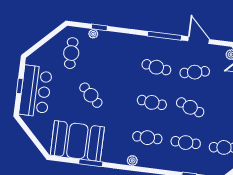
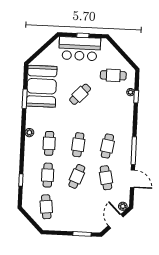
door: (199, 40) -> (132, 179), hinge flipped

